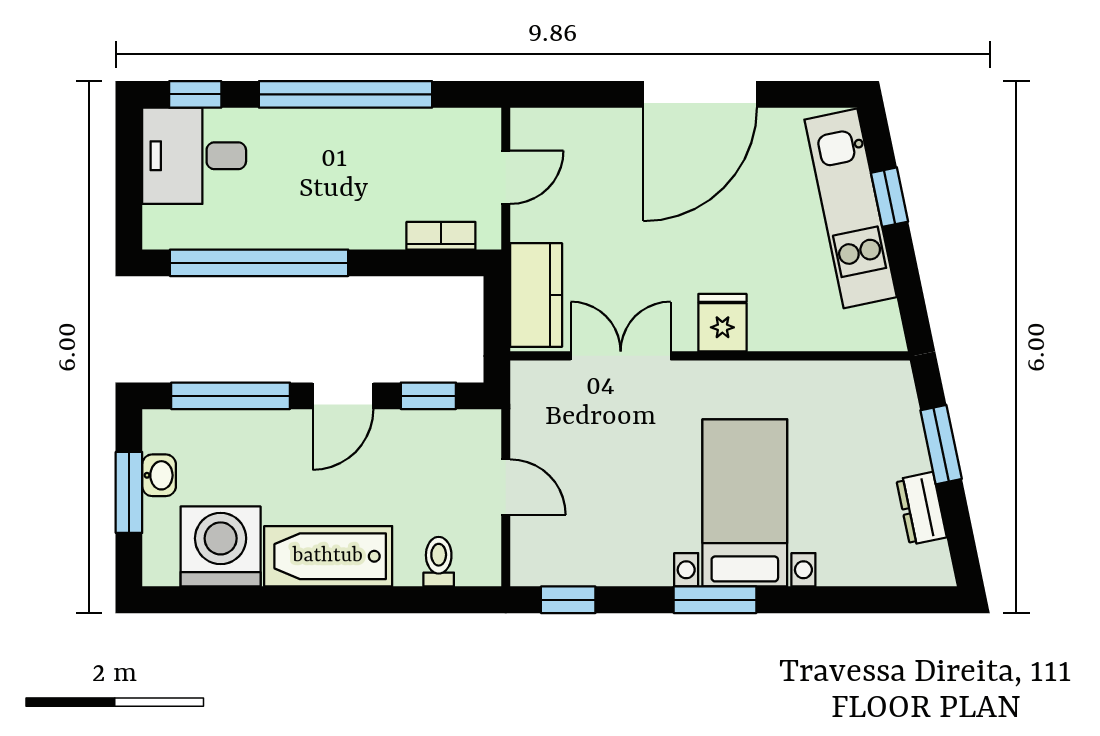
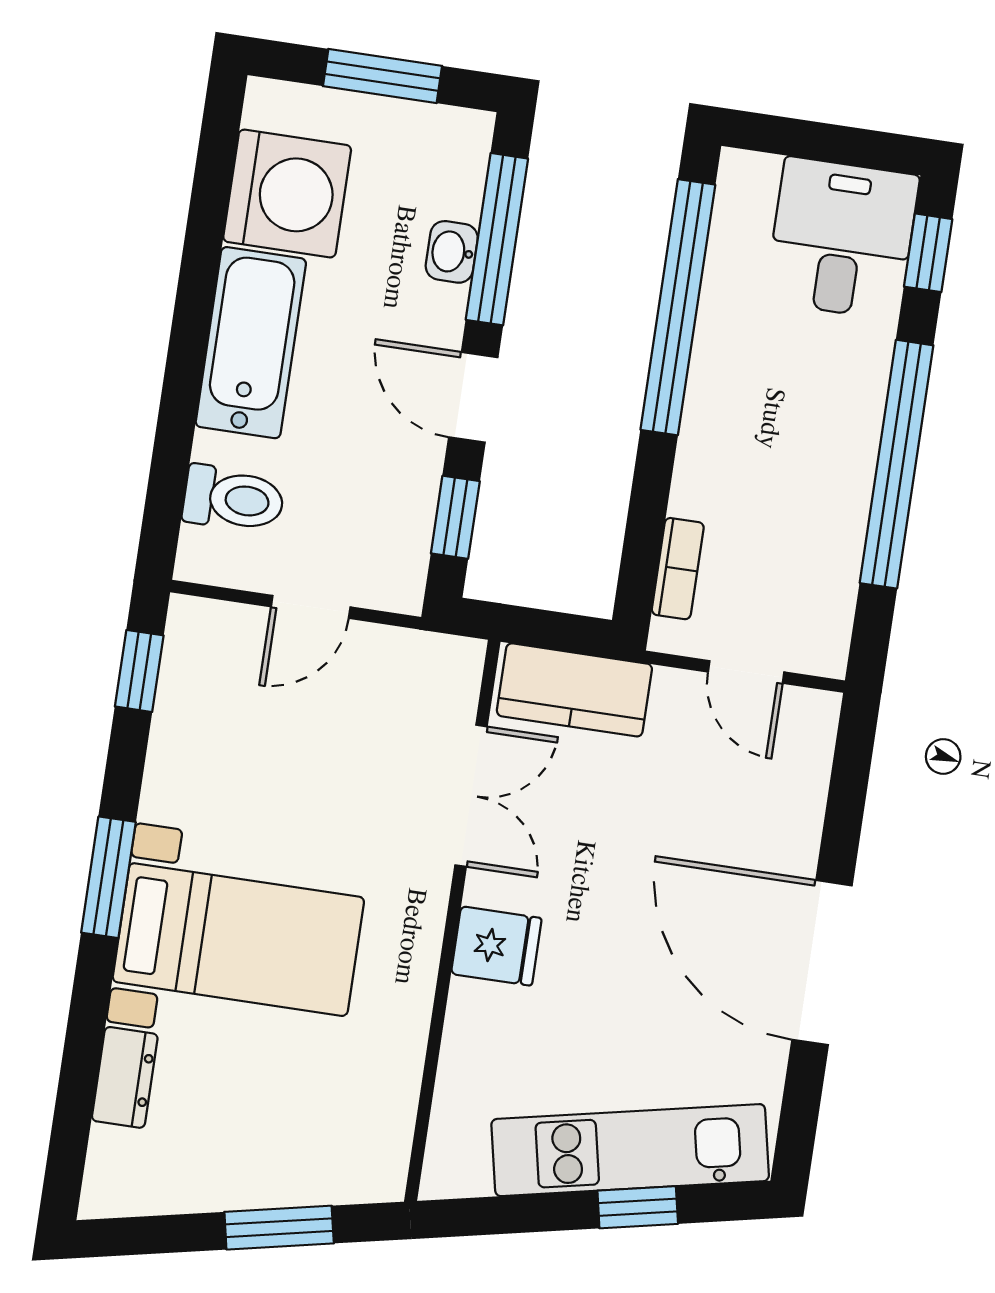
washbasin: (159, 475) -> (452, 252), moved, turned 90
dresser: (921, 508) -> (125, 1077), moved, turned 102
toilet: (439, 562) -> (234, 499), width x1.37, depth x1.39

